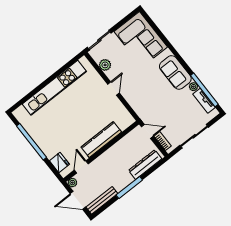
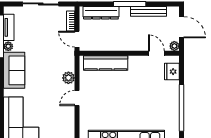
plant: (105, 65) -> (68, 78), moved
kitchen counter: (101, 140) -> (106, 63), moved
door: (81, 167) -> (156, 53), swing flipped
bench: (102, 200) -> (149, 11), moved

